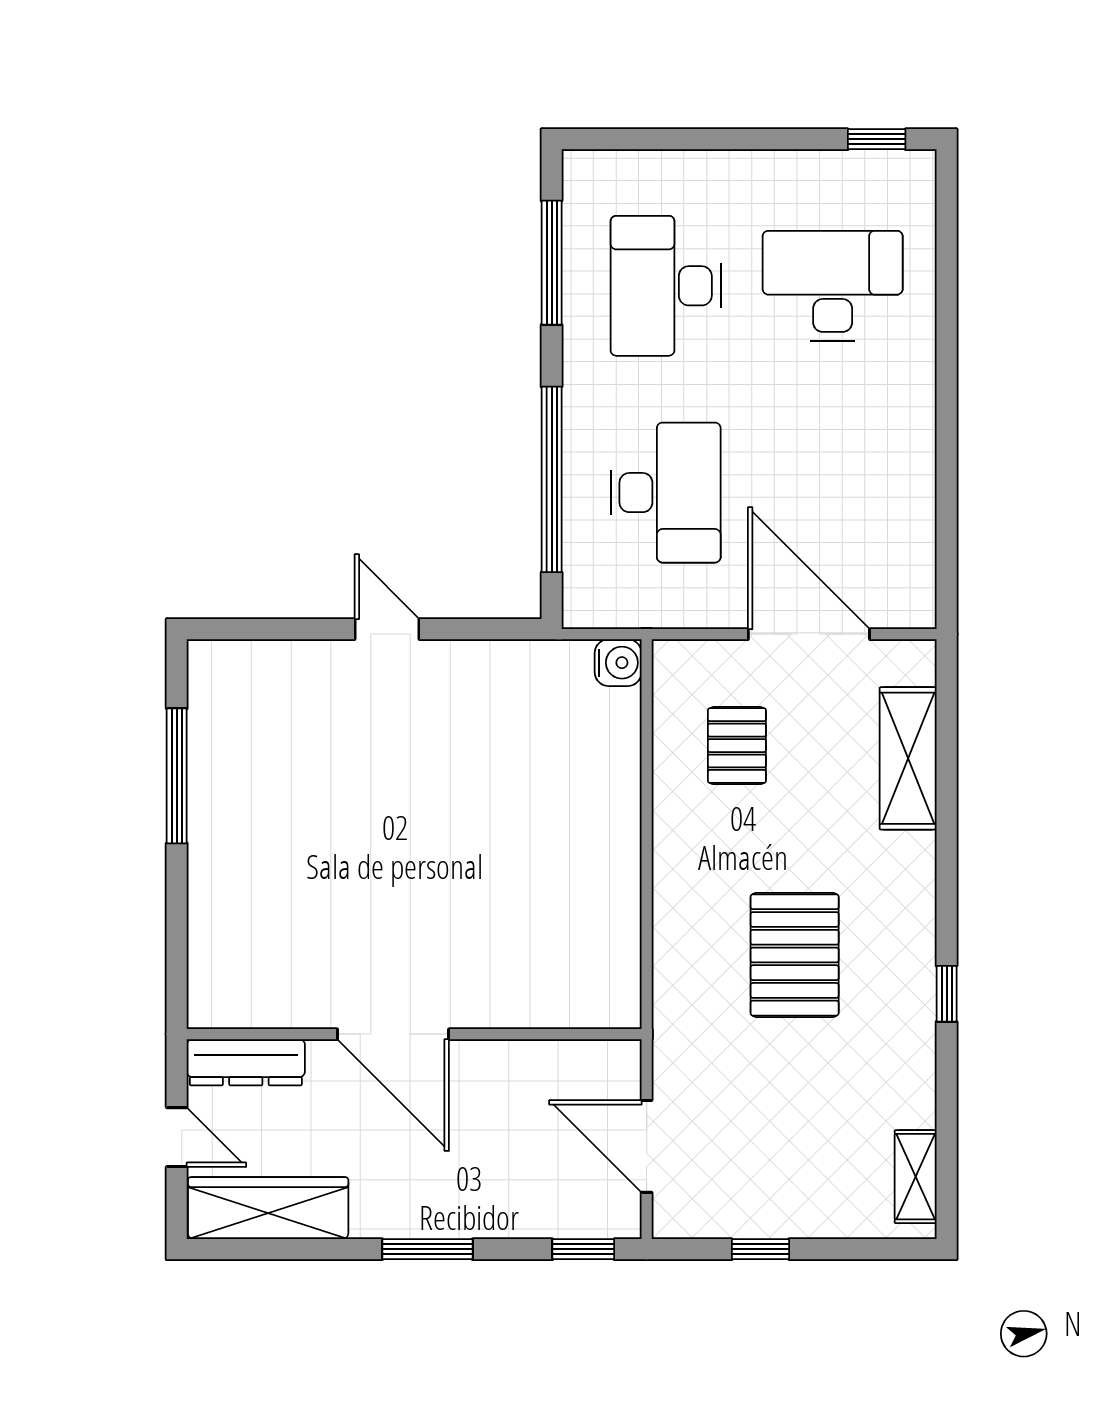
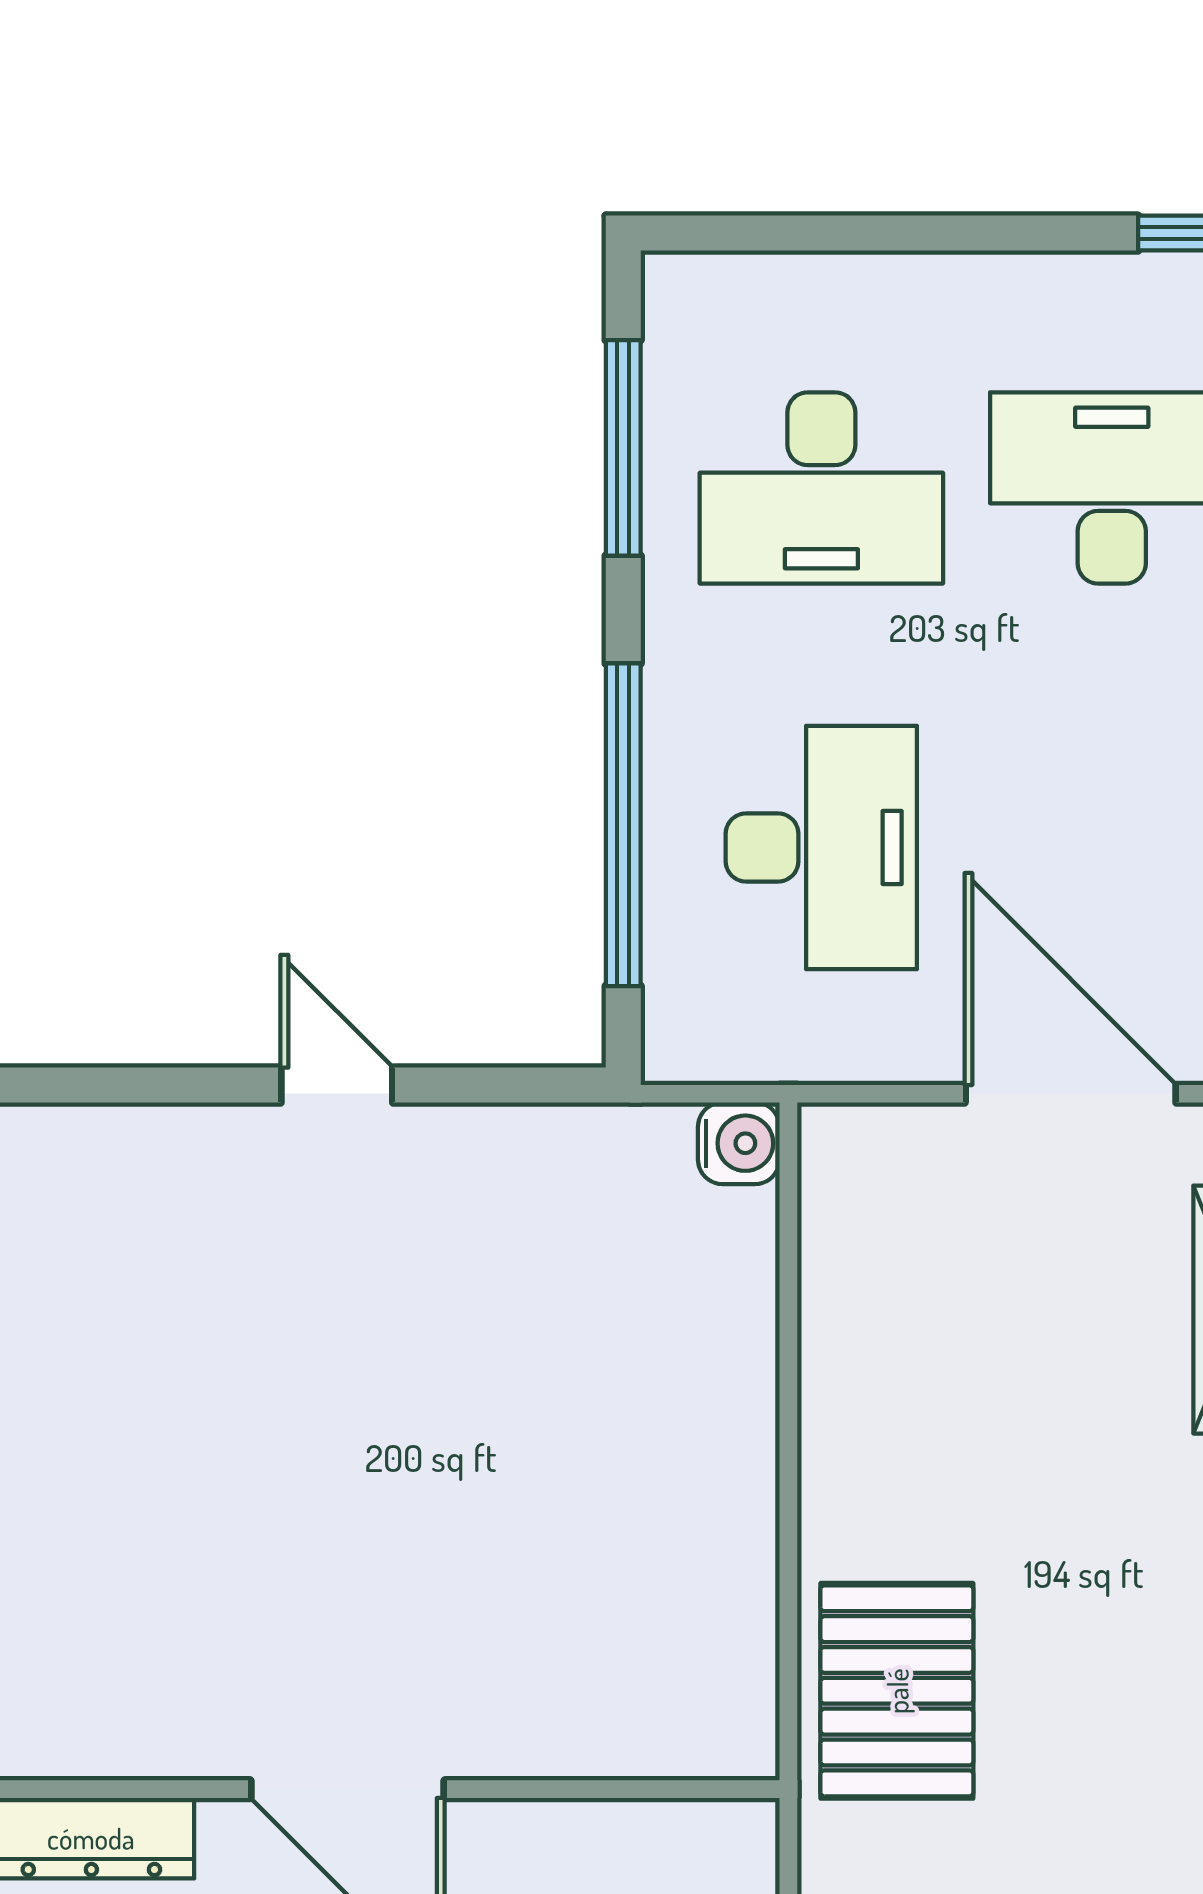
desk: (666, 286) -> (821, 488), turned -90
pallet: (737, 746) -> (945, 1287), removed
pallet: (795, 955) -> (897, 1691), moved

